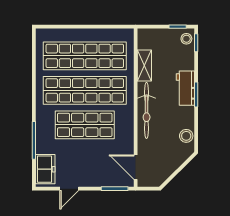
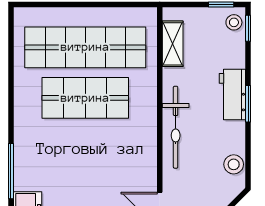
shelving: (144, 66) -> (173, 44), moved
shop shelf: (85, 90) -> (85, 98), width x0.71
shop shelf: (85, 125) -> (85, 148), removed

